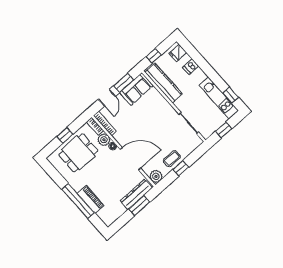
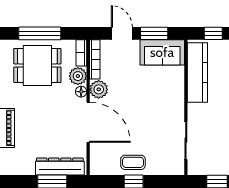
door: (107, 98) -> (122, 33), swing flipped
window: (65, 135) -> (40, 33), width x2.17
plant: (156, 176) -> (99, 89), moved

